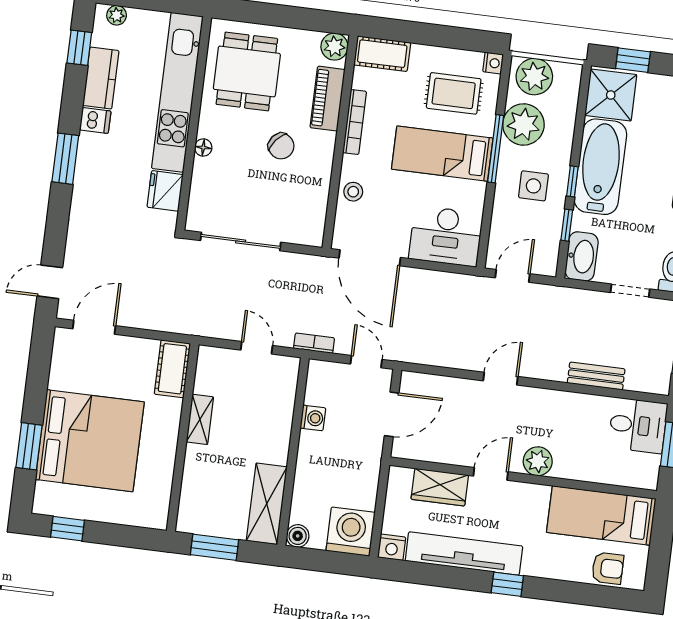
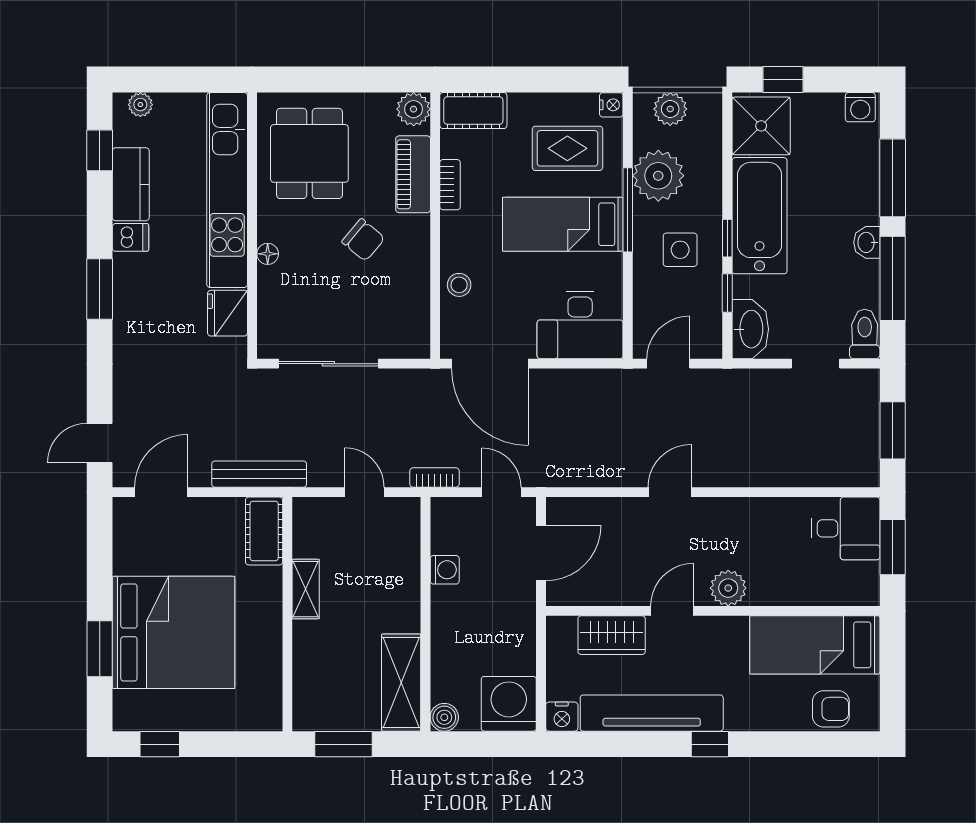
plant: (534, 77) -> (670, 109), width x0.73, depth x0.73
bookcase: (355, 122) -> (450, 185), width x0.64
bench: (596, 376) -> (259, 474), moved, width x1.36

